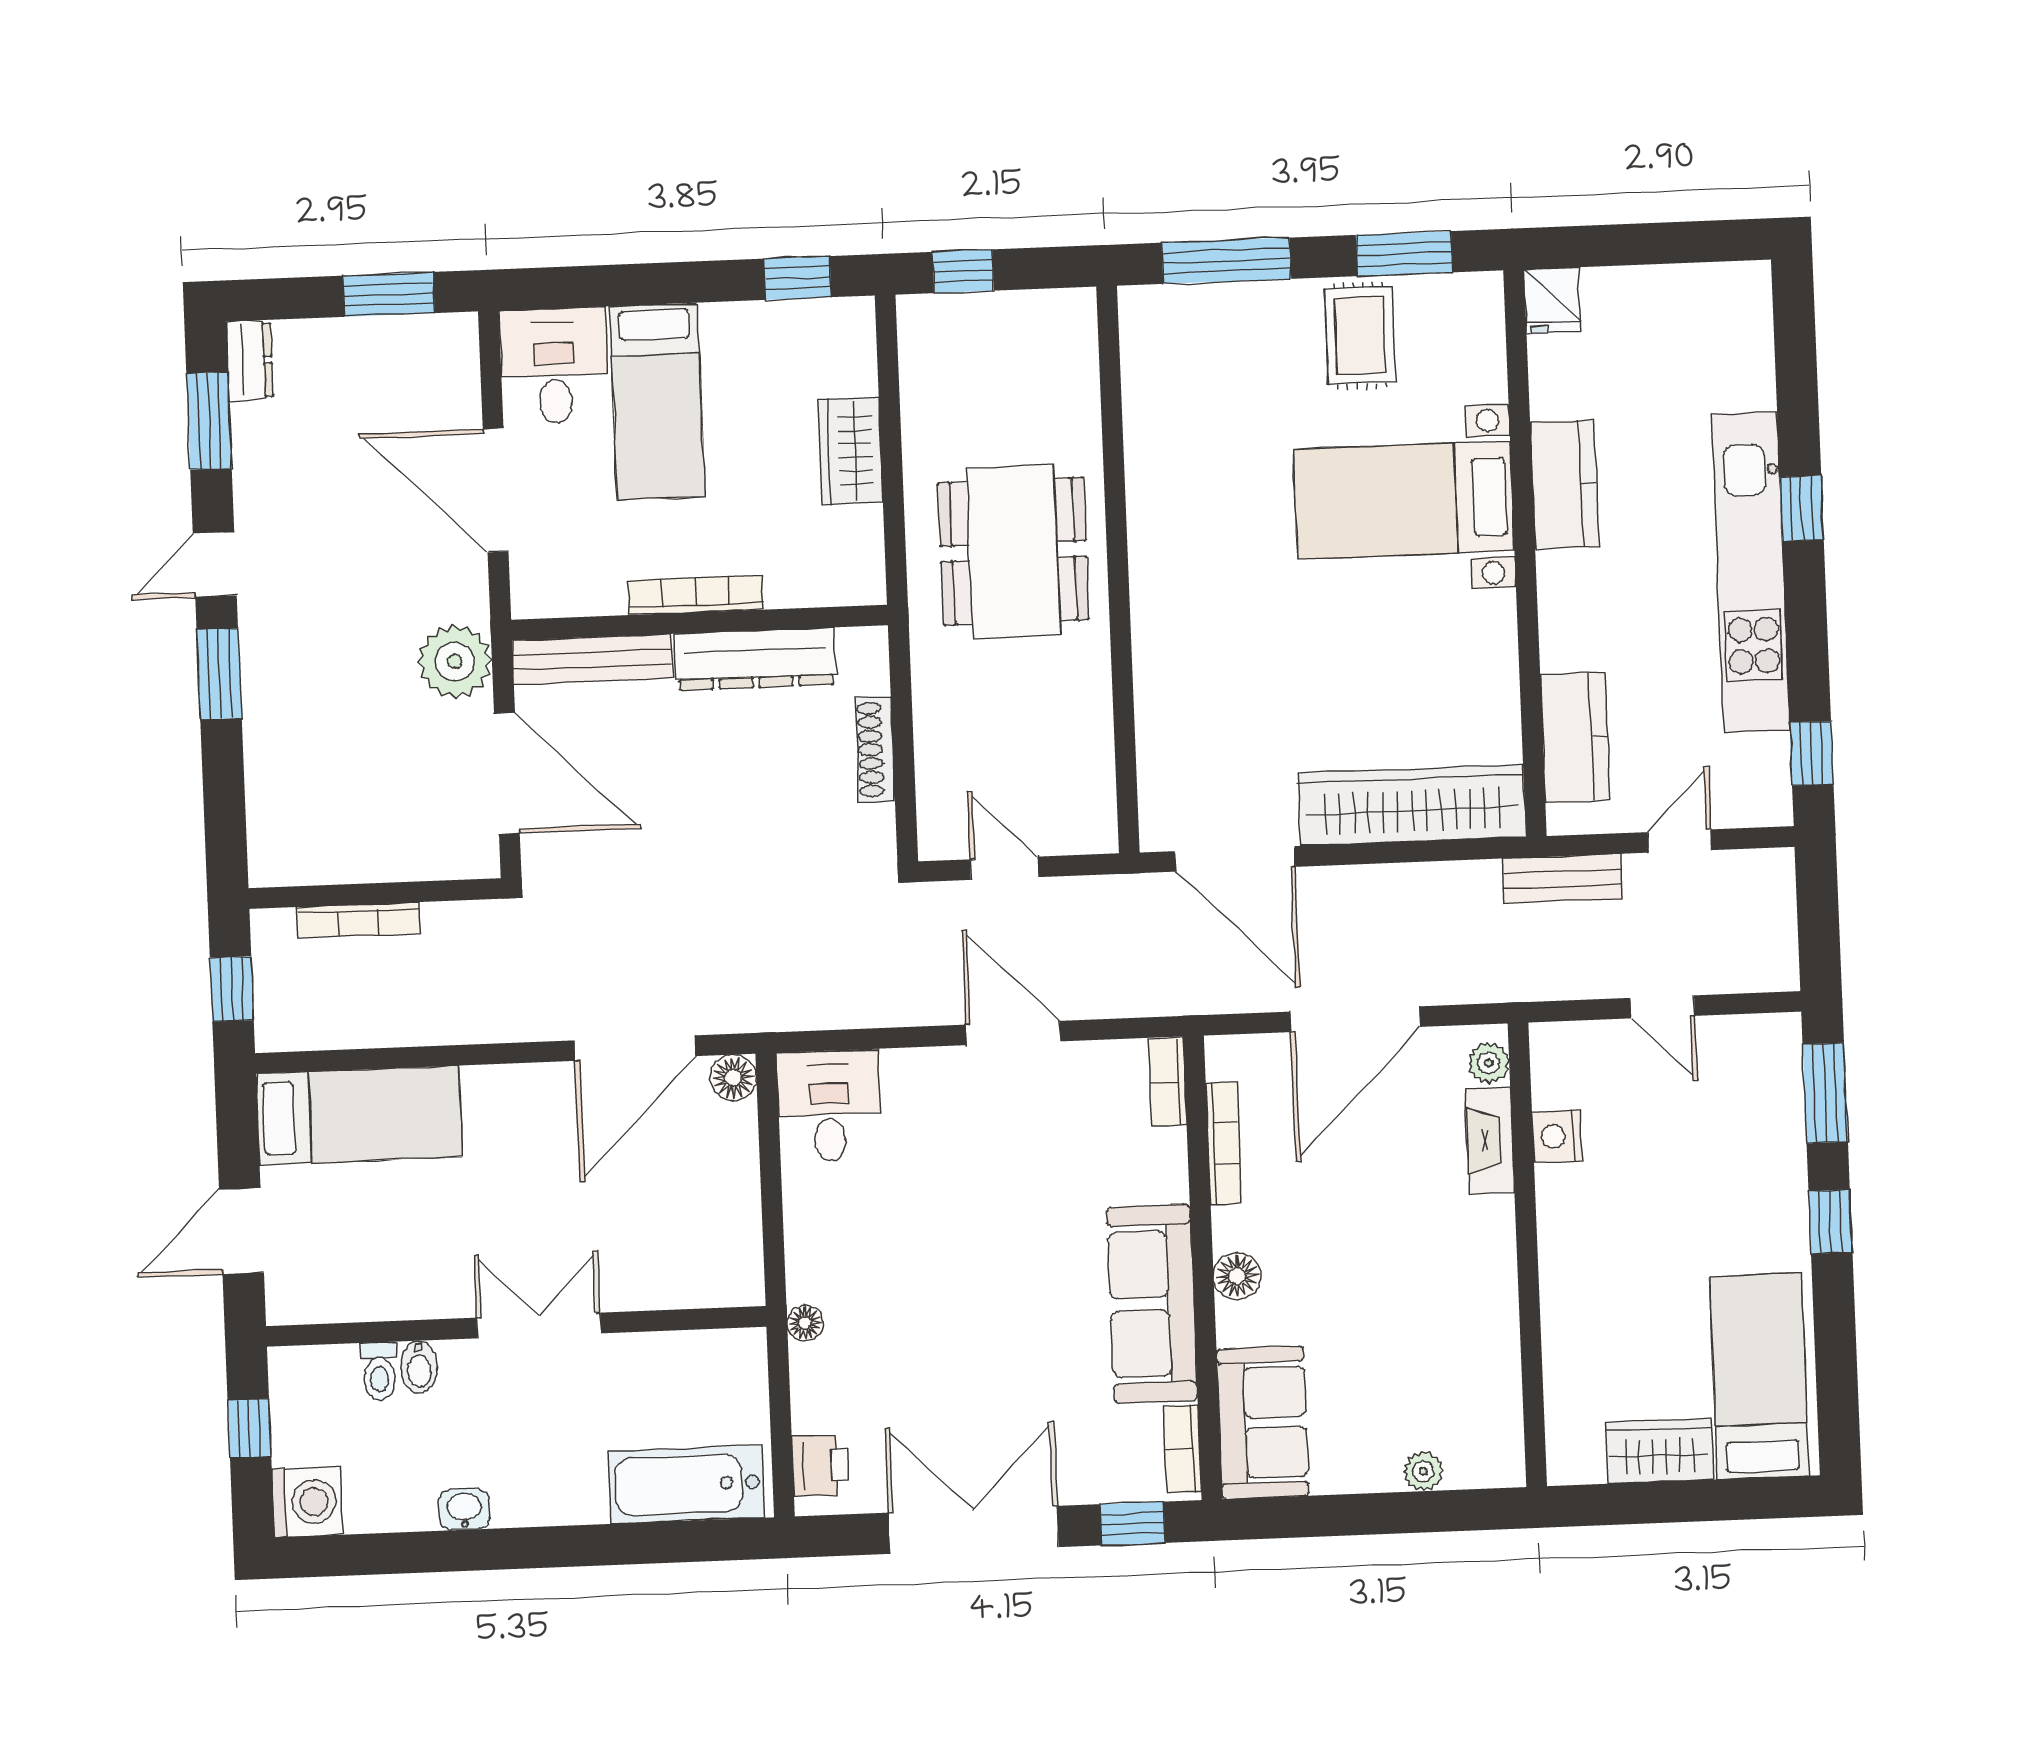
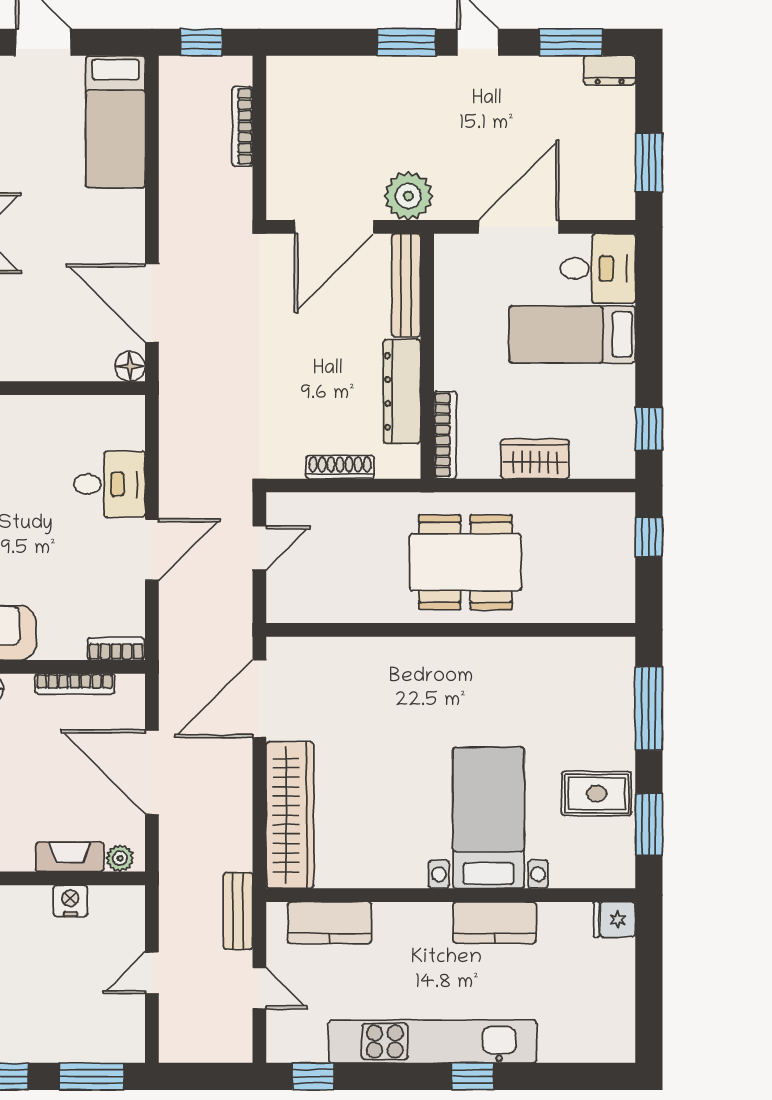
bookcase: (695, 595) -> (445, 435), moved
desk: (829, 1106) -> (110, 484), moved

